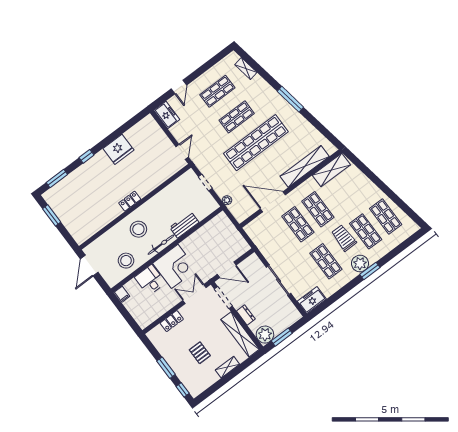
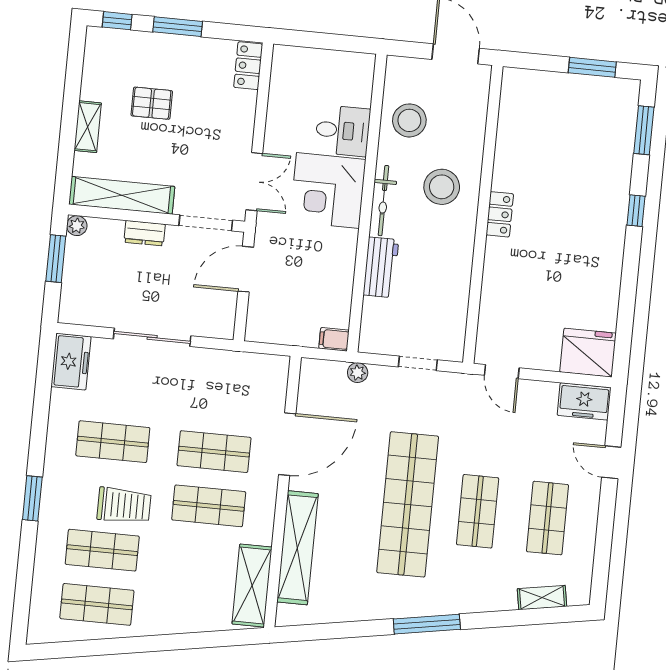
fridge: (118, 149) -> (588, 353), moved, turned 90
plant: (360, 264) -> (59, 494), removed
filing cabinet: (122, 294) -> (334, 339), moved
locker: (172, 321) -> (248, 66), moved
plant: (265, 335) -> (77, 226), width x0.53, depth x0.53

